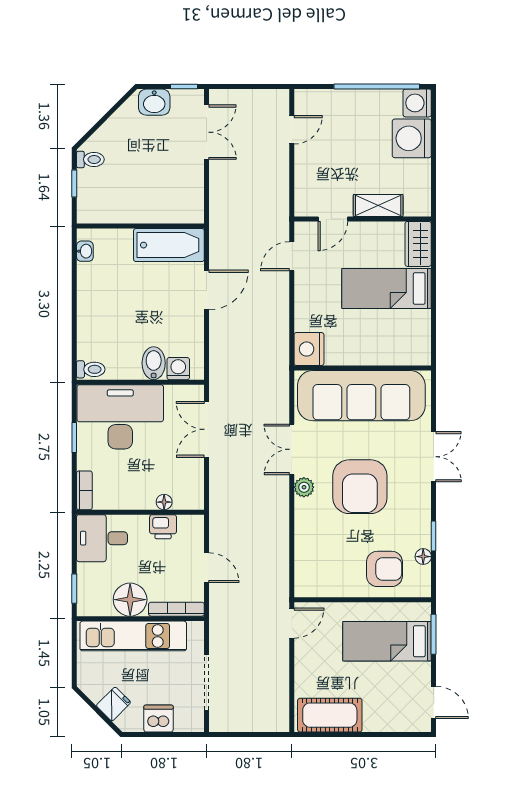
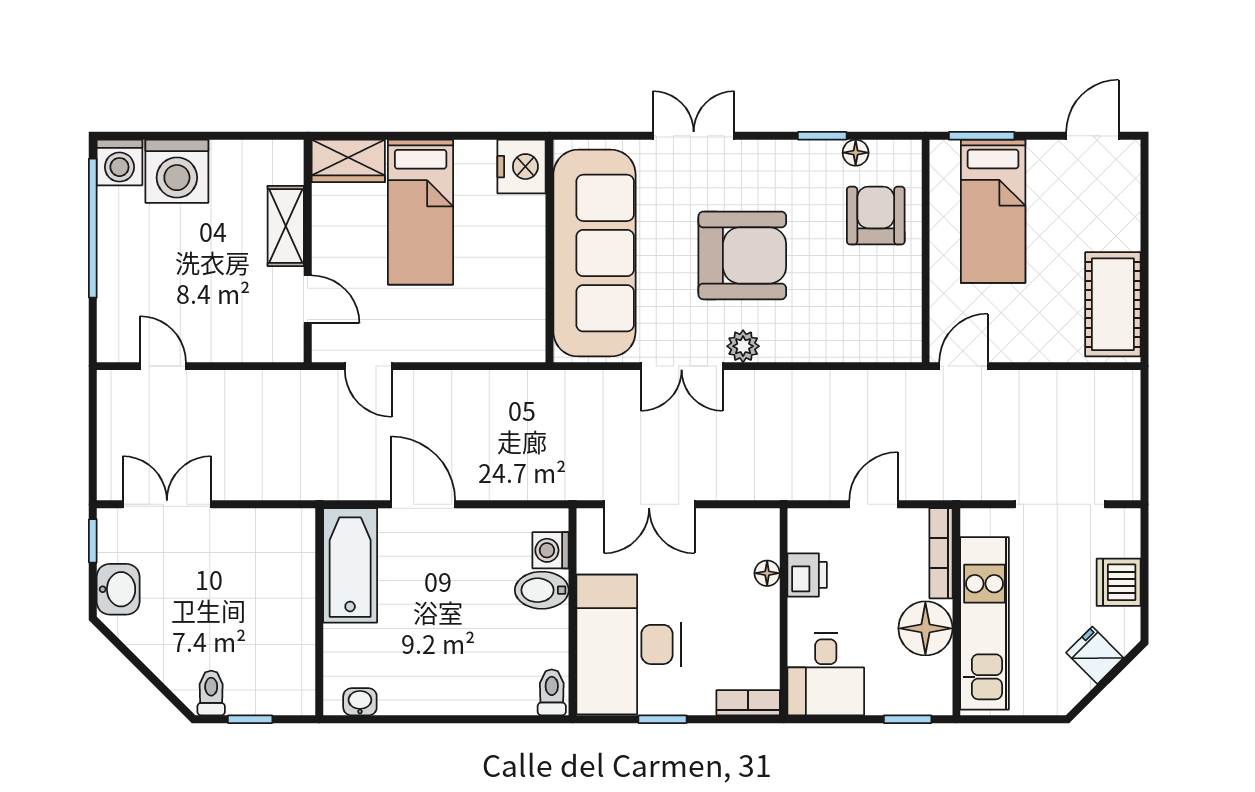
nightstand: (309, 349) -> (522, 167), moved, turned -90
door: (292, 623) -> (963, 366), hinge flipped

